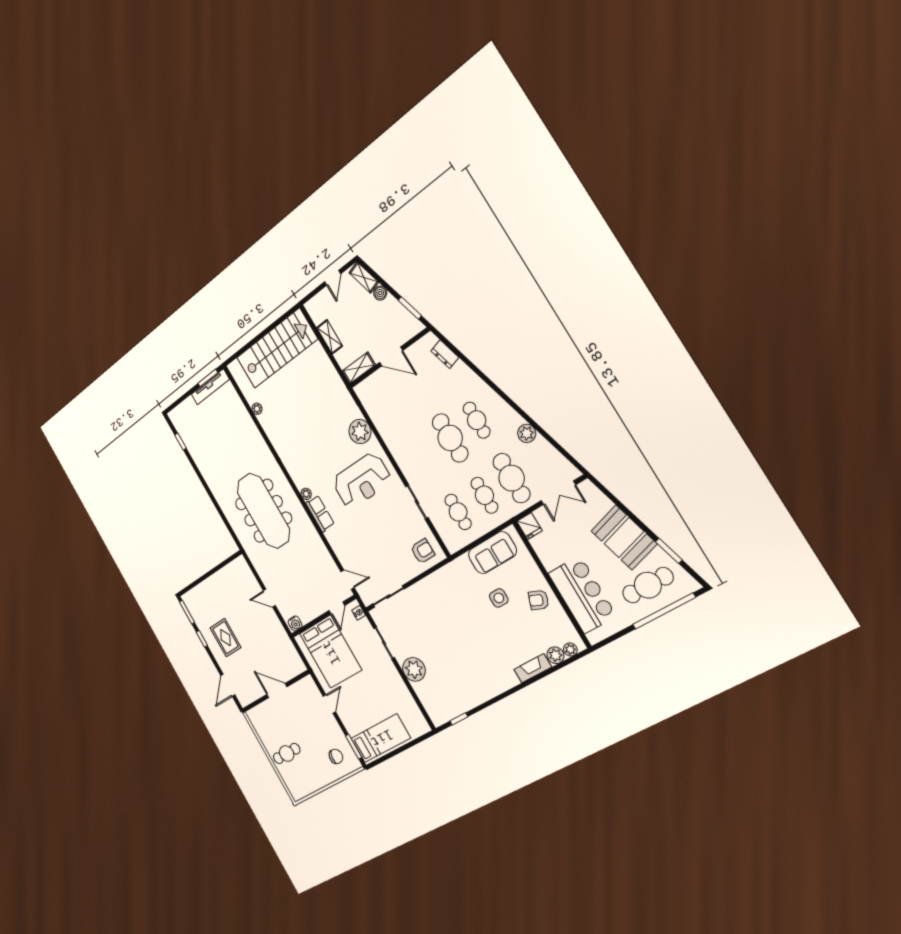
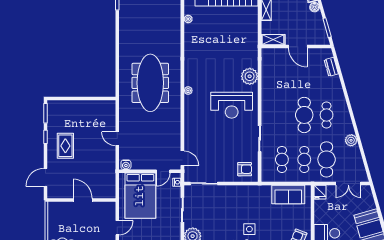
row of seats: (320, 514) -> (190, 108), removed
side table: (499, 598) -> (249, 229), moved

